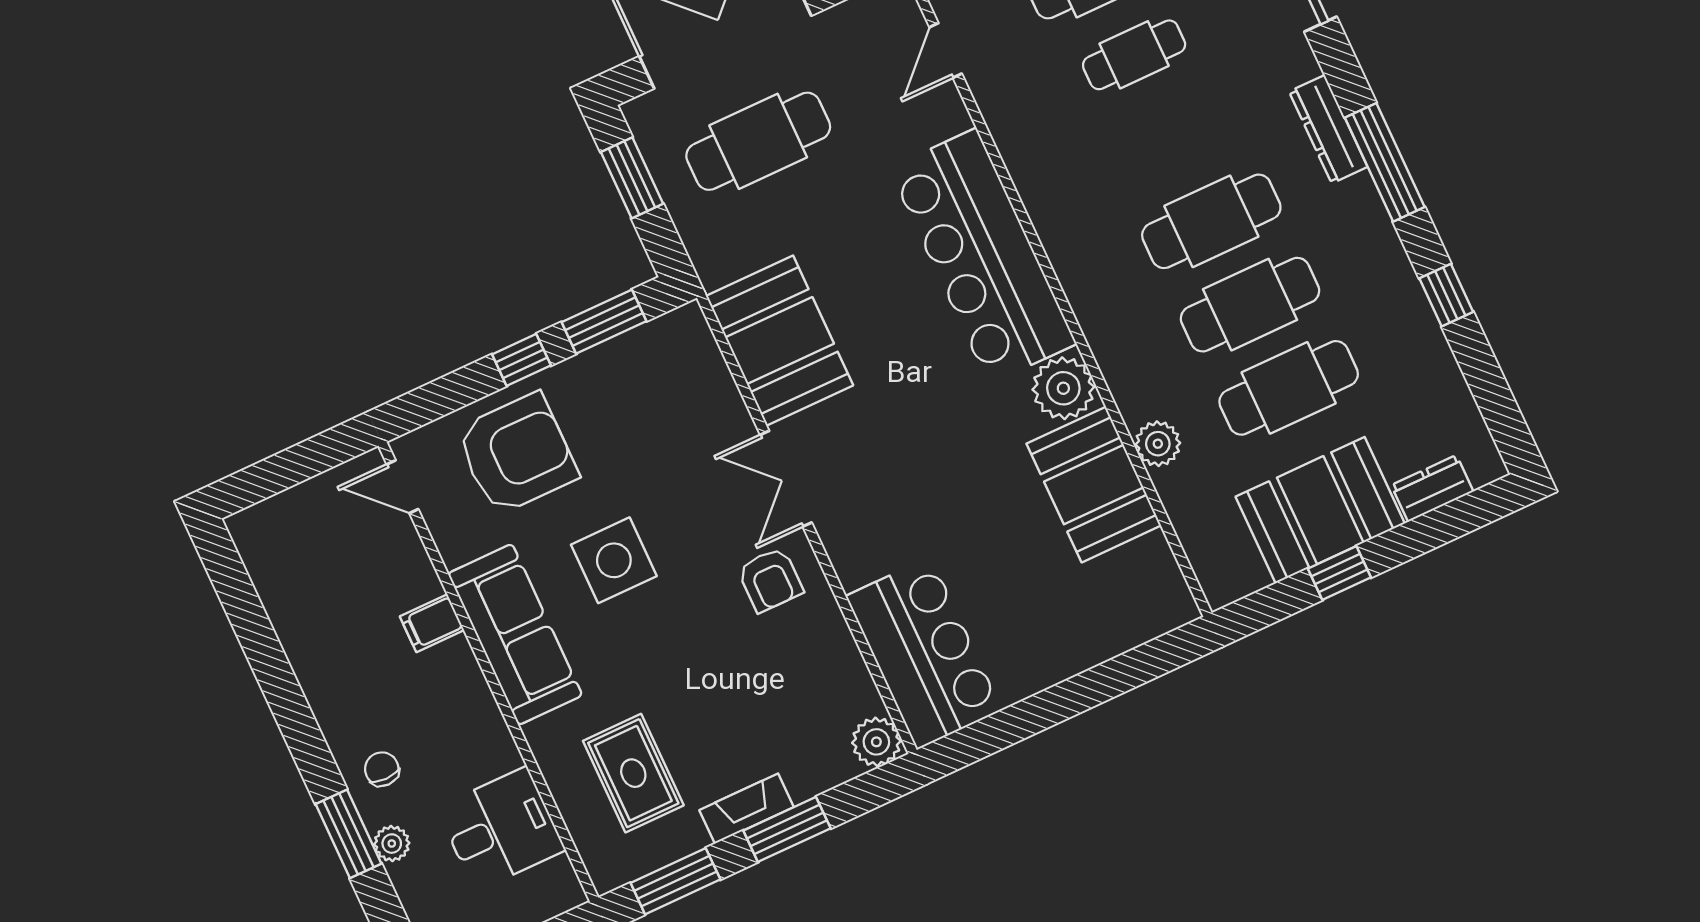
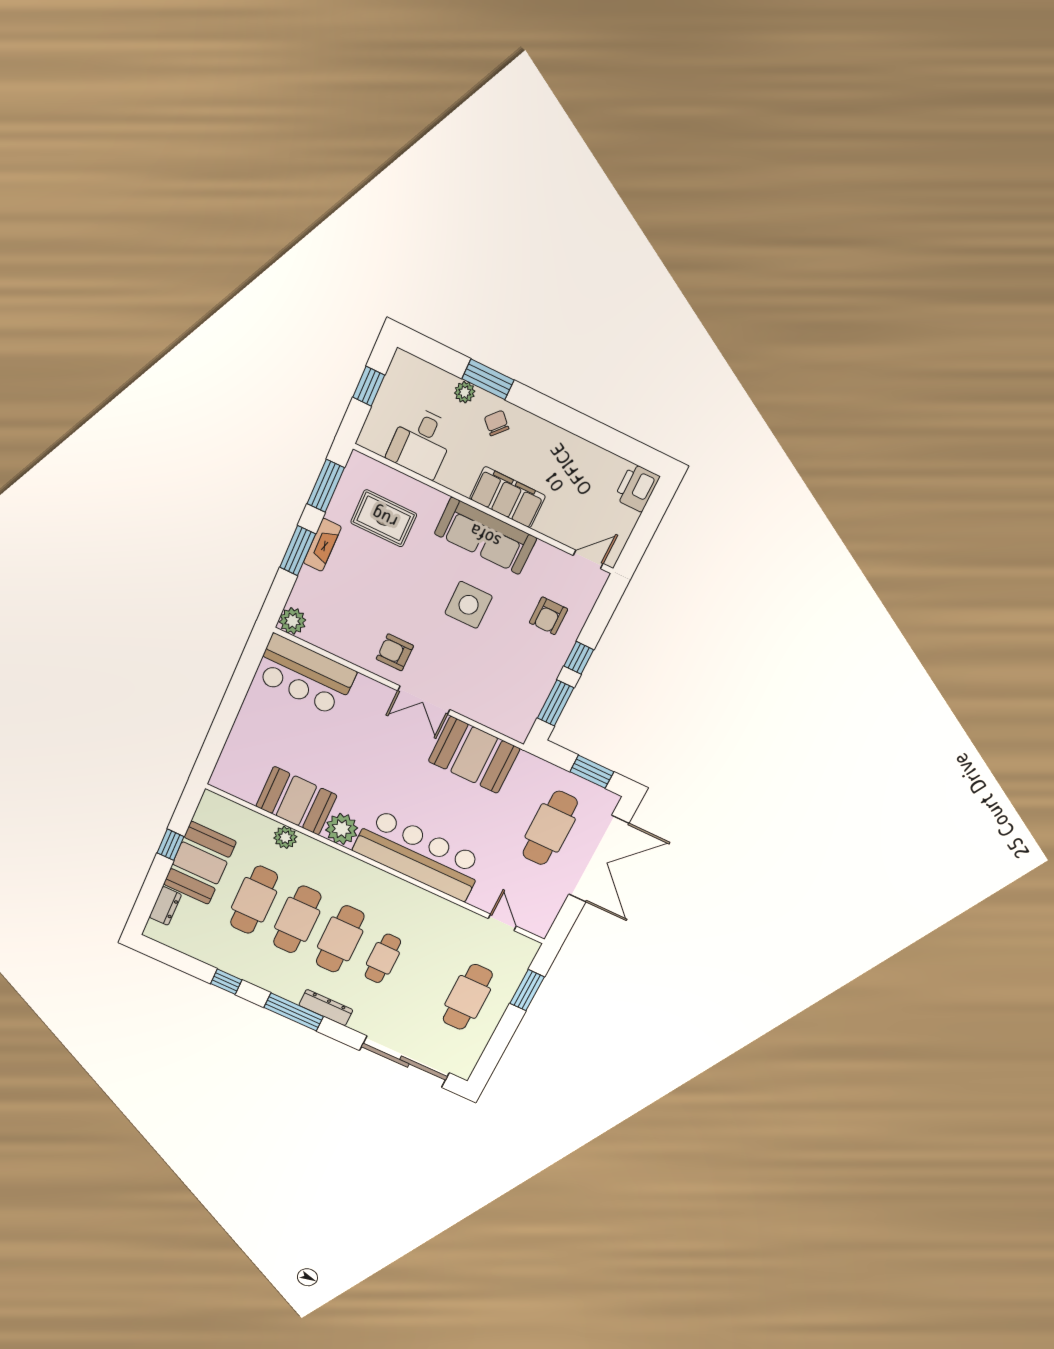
cafe table: (1134, 55) -> (383, 958), moved
armchair: (517, 454) -> (548, 616), width x0.53, depth x0.53
double door: (786, 479) -> (424, 700), swing flipped
printer: (264, 530) -> (637, 488), added
filing cabinet: (432, 623) -> (507, 497), width x3.00, depth x1.17
chair: (382, 769) -> (497, 423), turned -136

